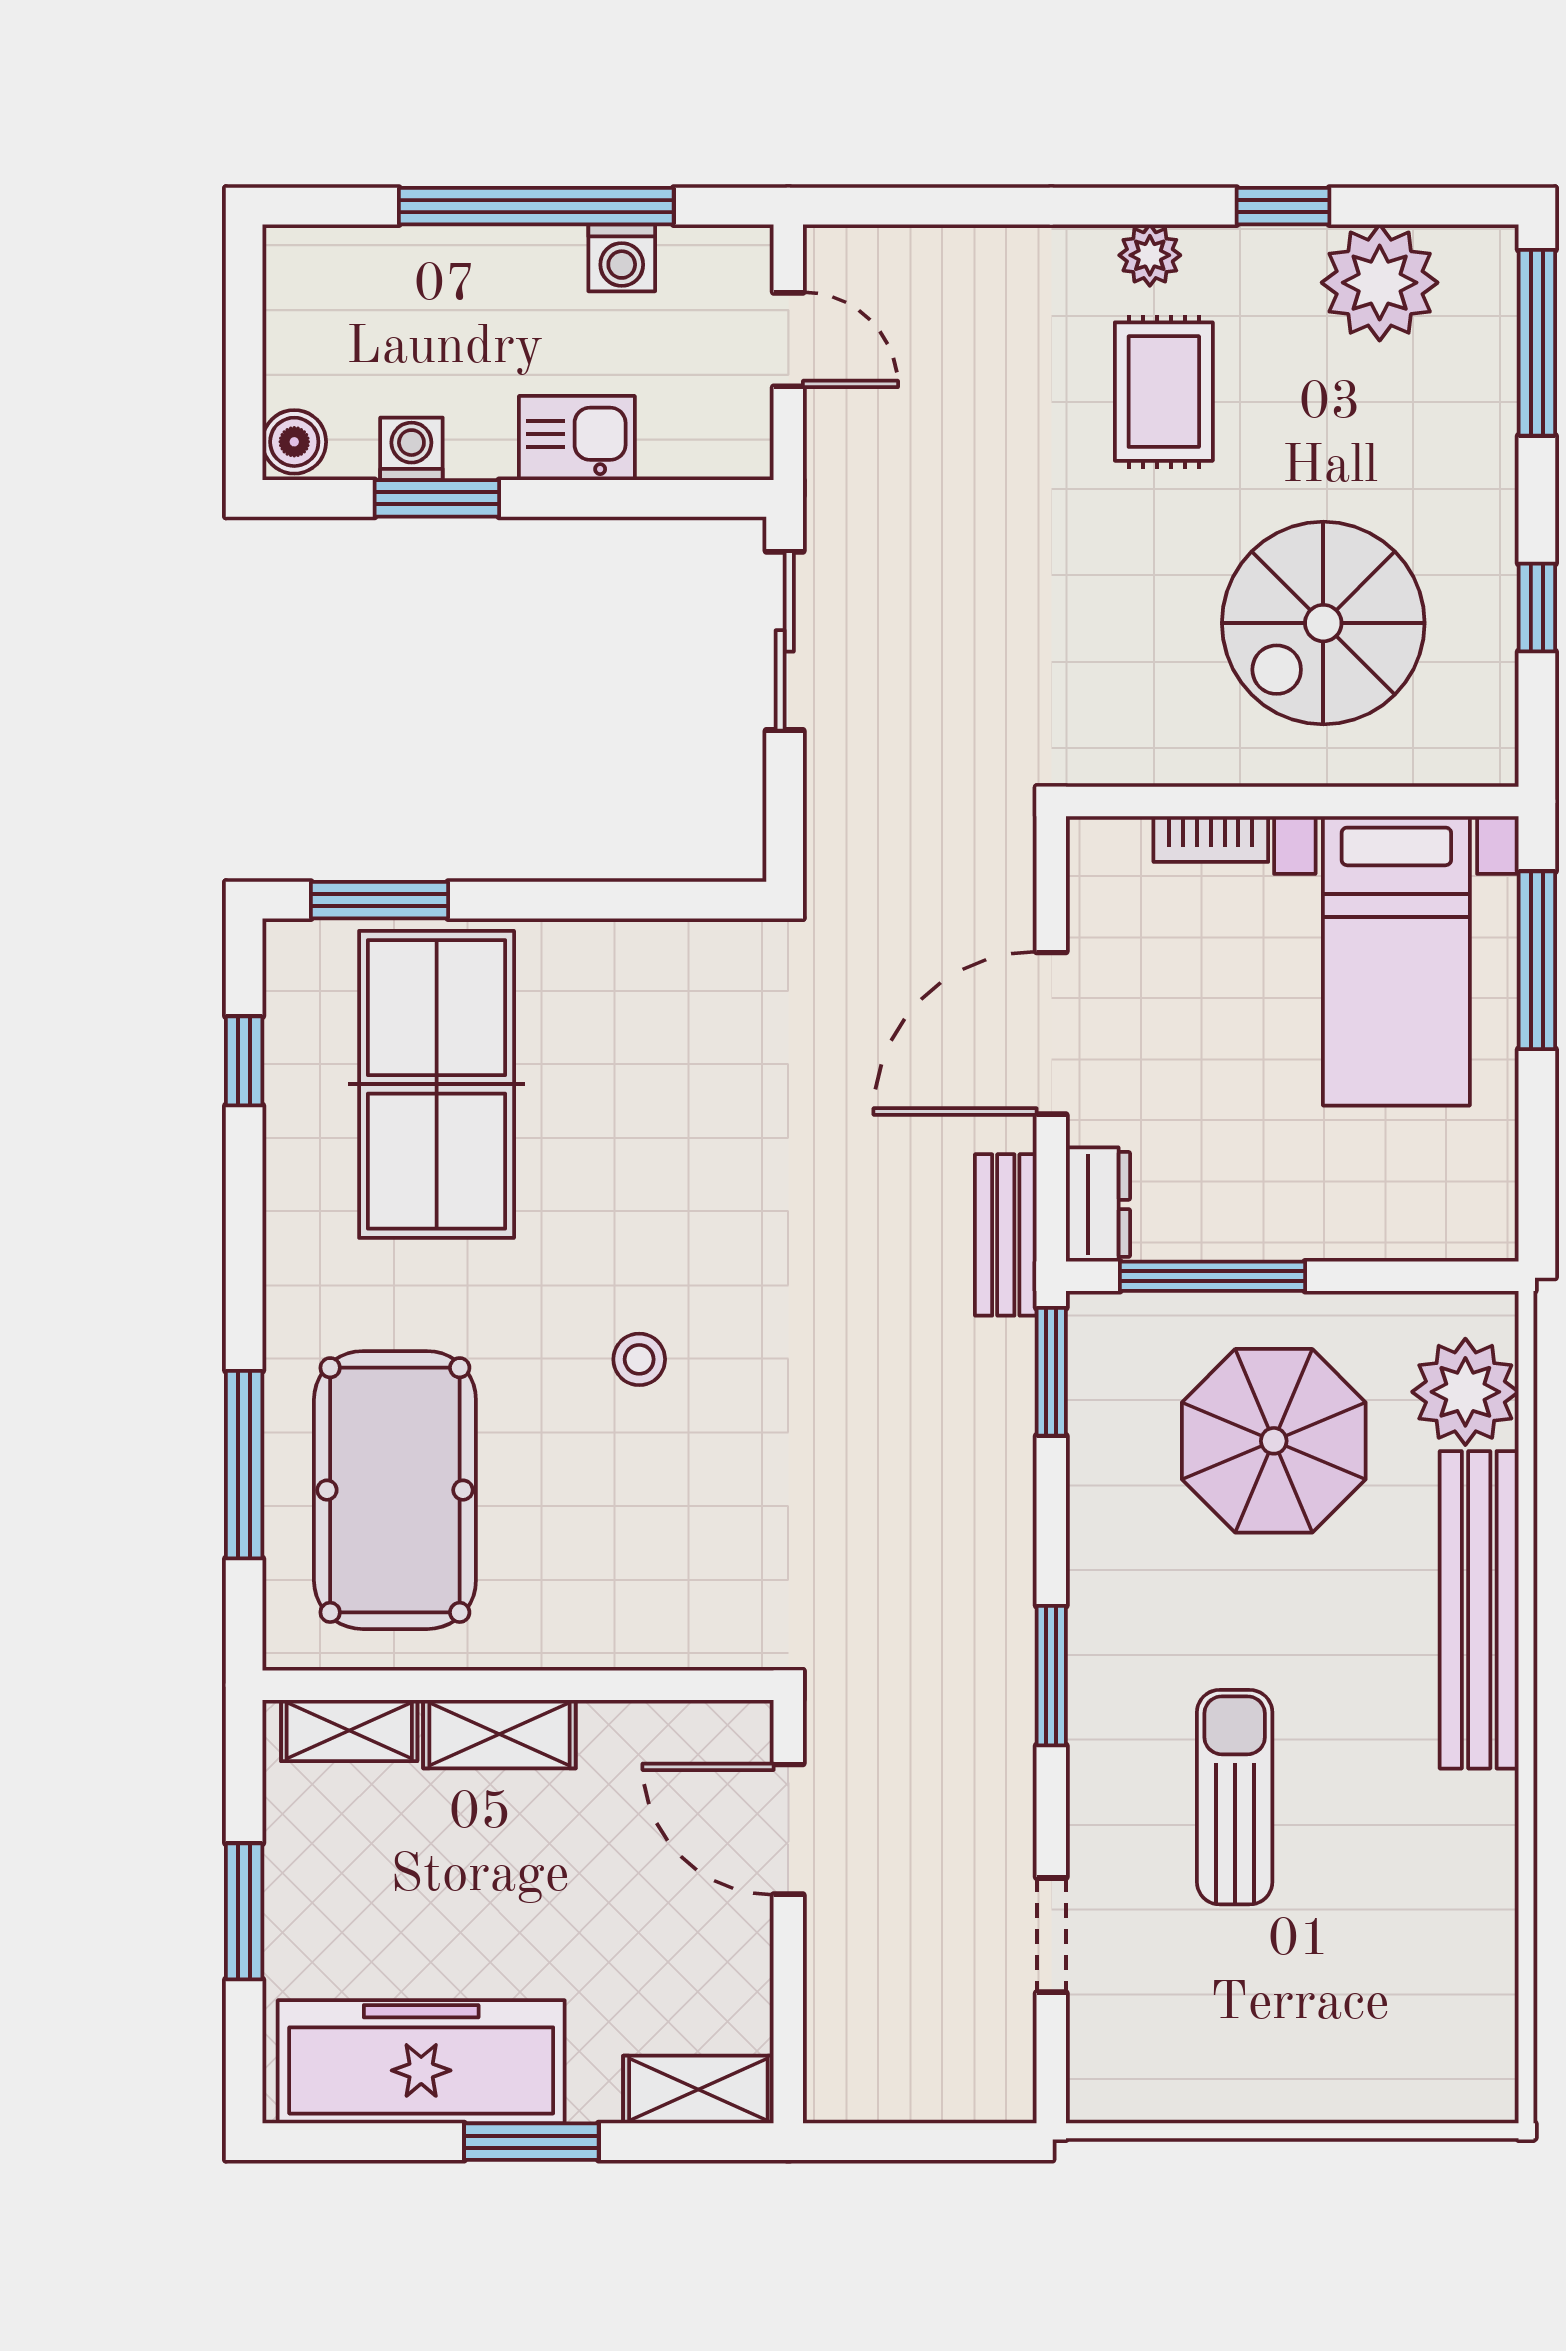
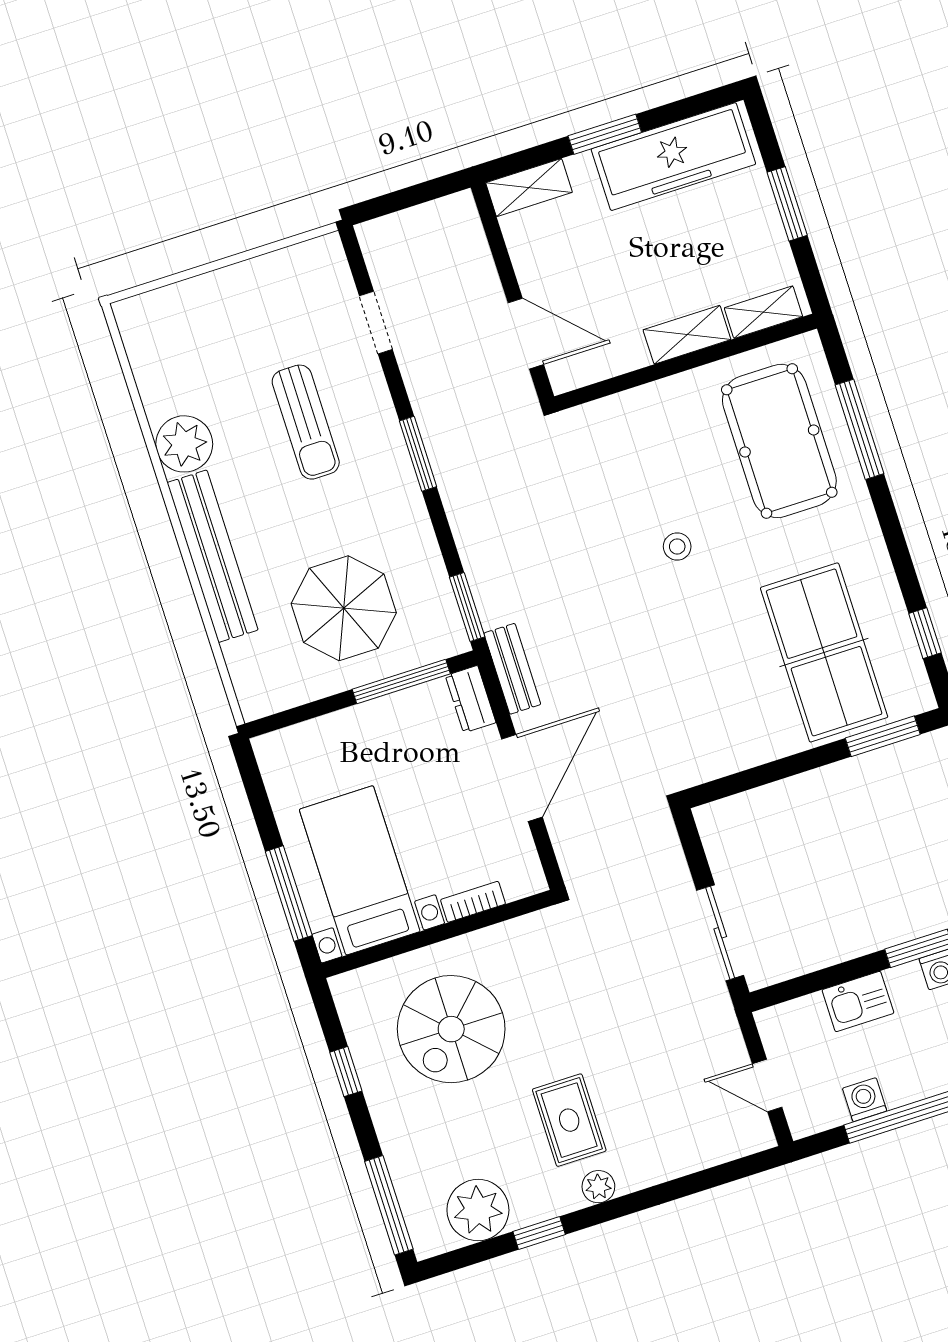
spiral stairs: (1323, 623) -> (451, 1029), turned 180
plant: (1465, 1392) -> (184, 444), moved

